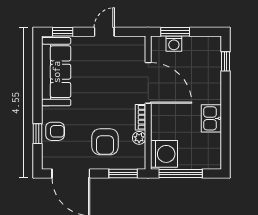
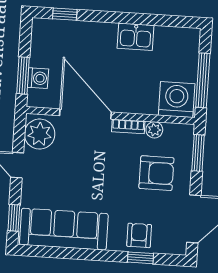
plant: (130, 48) -> (40, 134), added
door: (148, 83) -> (85, 114), hinge flipped

